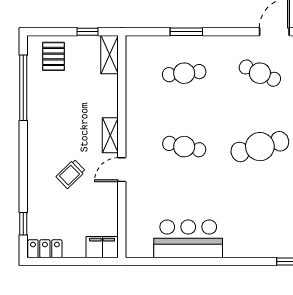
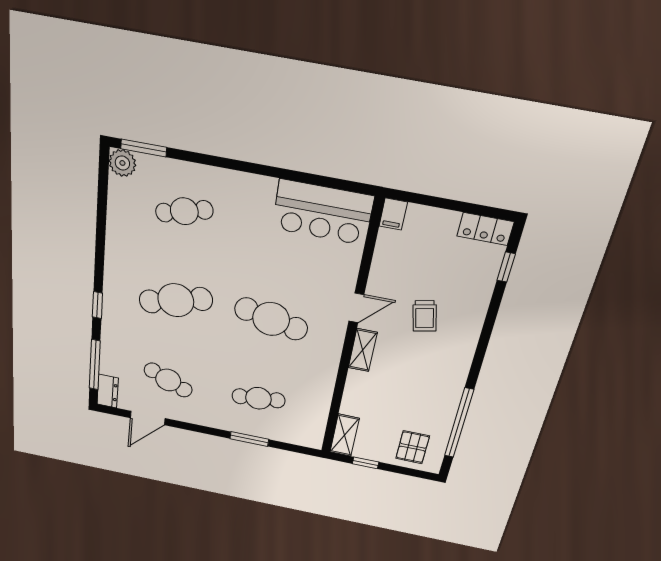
cafe table: (184, 147) -> (271, 319), width x1.37, depth x1.35
trolley: (71, 174) -> (425, 316), turned 121
cafe table: (260, 220) -> (184, 211), added
bar counter: (188, 239) -> (323, 212), moved
filing cabinet: (102, 247) -> (393, 214), width x0.50

